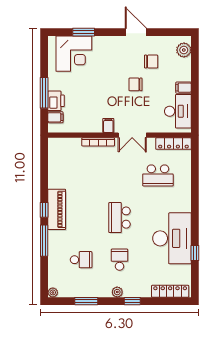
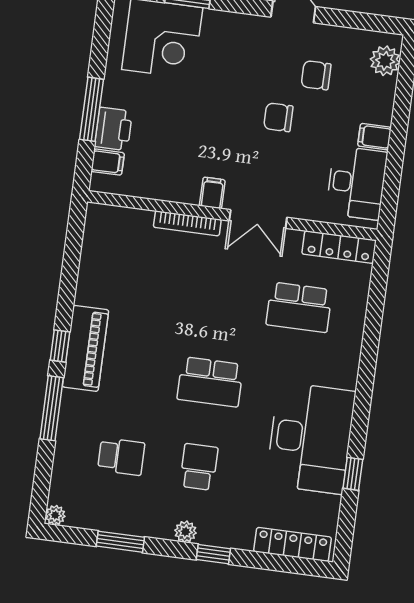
chair: (151, 62) -> (316, 75), turned 180
school desk: (119, 218) -> (210, 382), turned -90

